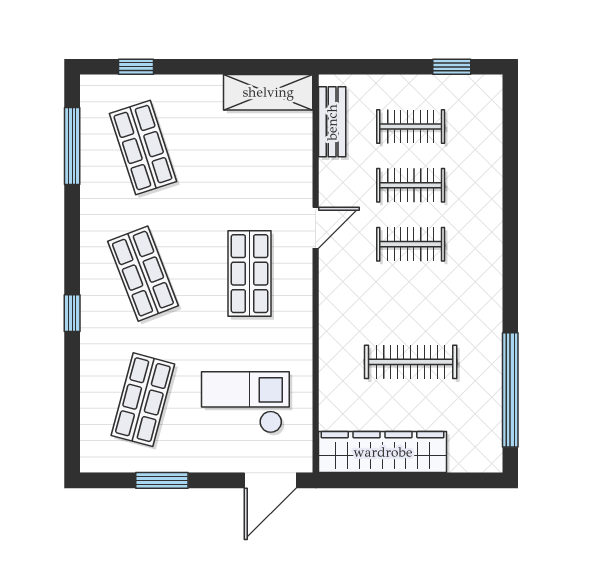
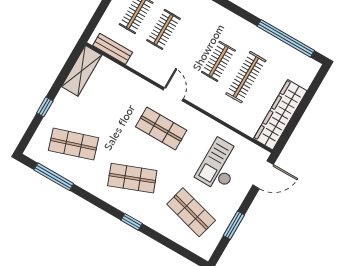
window: (136, 67) -> (45, 107), moved
door: (316, 228) -> (173, 94), moved
clothes rail: (411, 244) -> (218, 61), moved
door: (270, 480) -> (263, 175), hinge flipped

